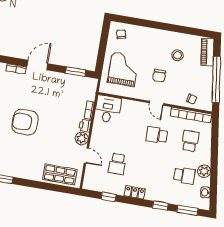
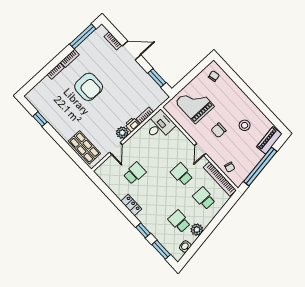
grand piano: (123, 69) -> (195, 104), turned -90
armchair: (25, 122) -> (89, 87), turned 180
school desk: (190, 141) -> (204, 198), turned -90
school desk: (117, 164) -> (135, 173), turned 180
school desk: (184, 175) -> (179, 221), turned 180
window: (109, 197) -> (109, 193), removed

